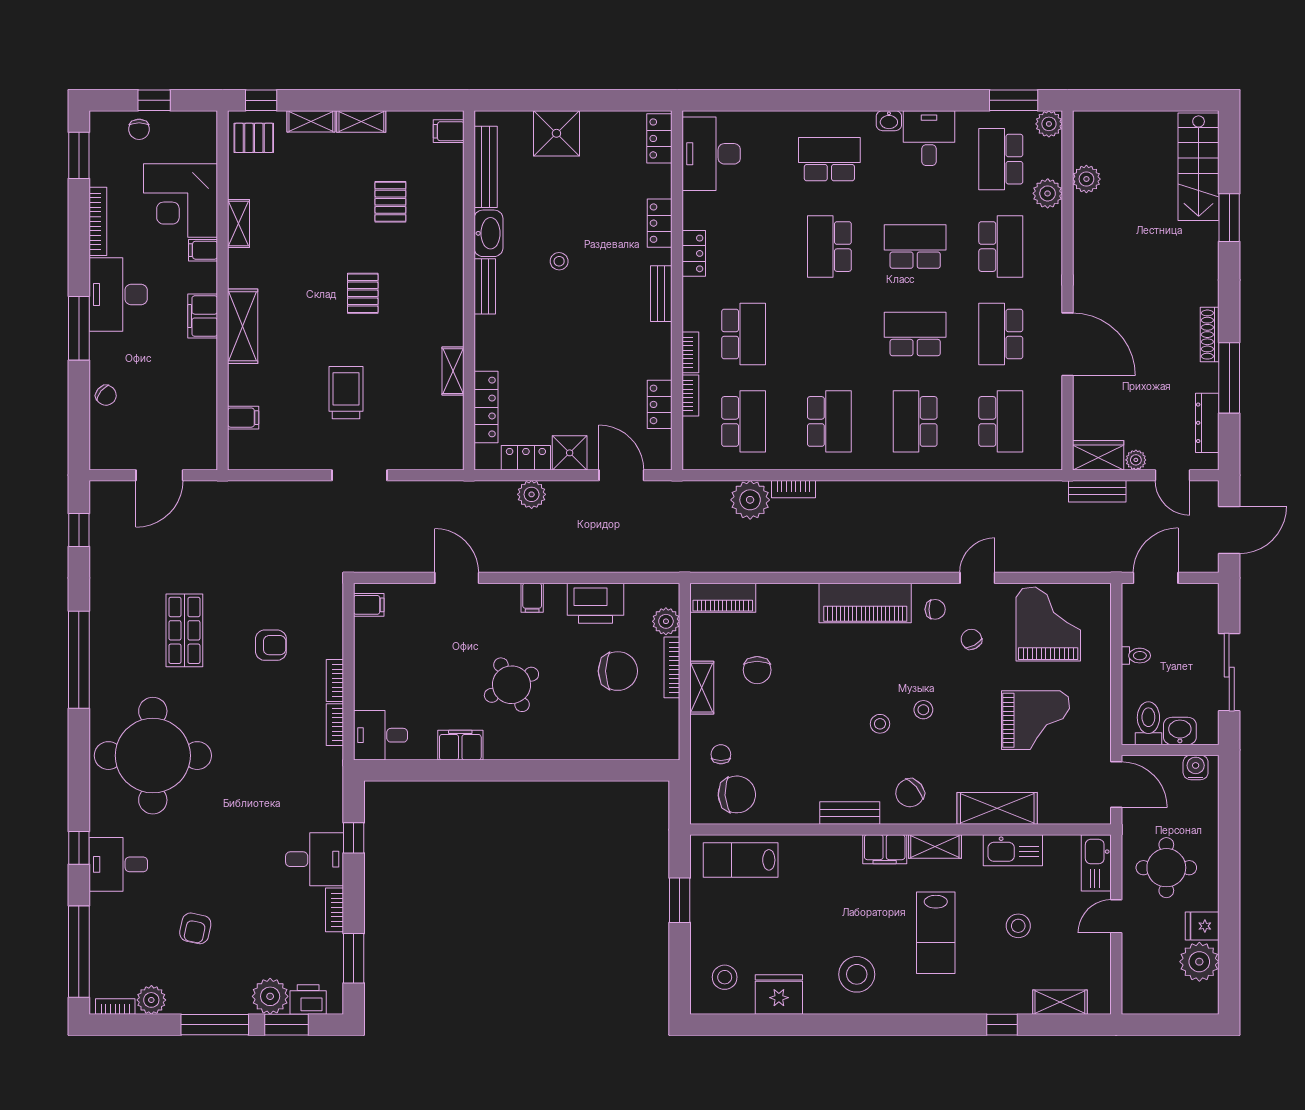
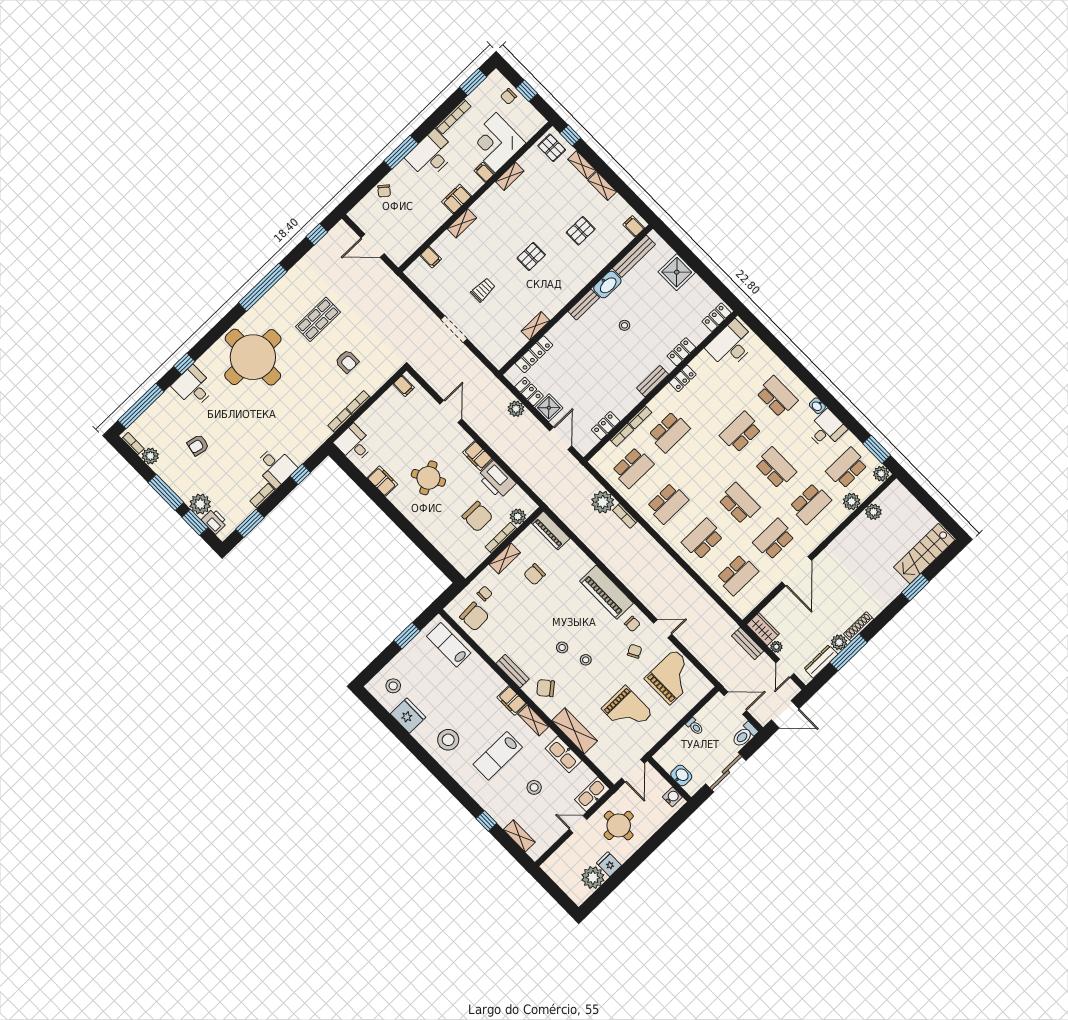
shelving: (243, 326) -> (462, 223), width x0.67, depth x0.75
plant: (1205, 378) -> (839, 642), added
trolley: (346, 393) -> (483, 290), width x0.73, depth x0.72
filing cabinet: (532, 598) -> (478, 456), width x2.00
toilet: (1148, 723) -> (744, 735), moved, turned 180

